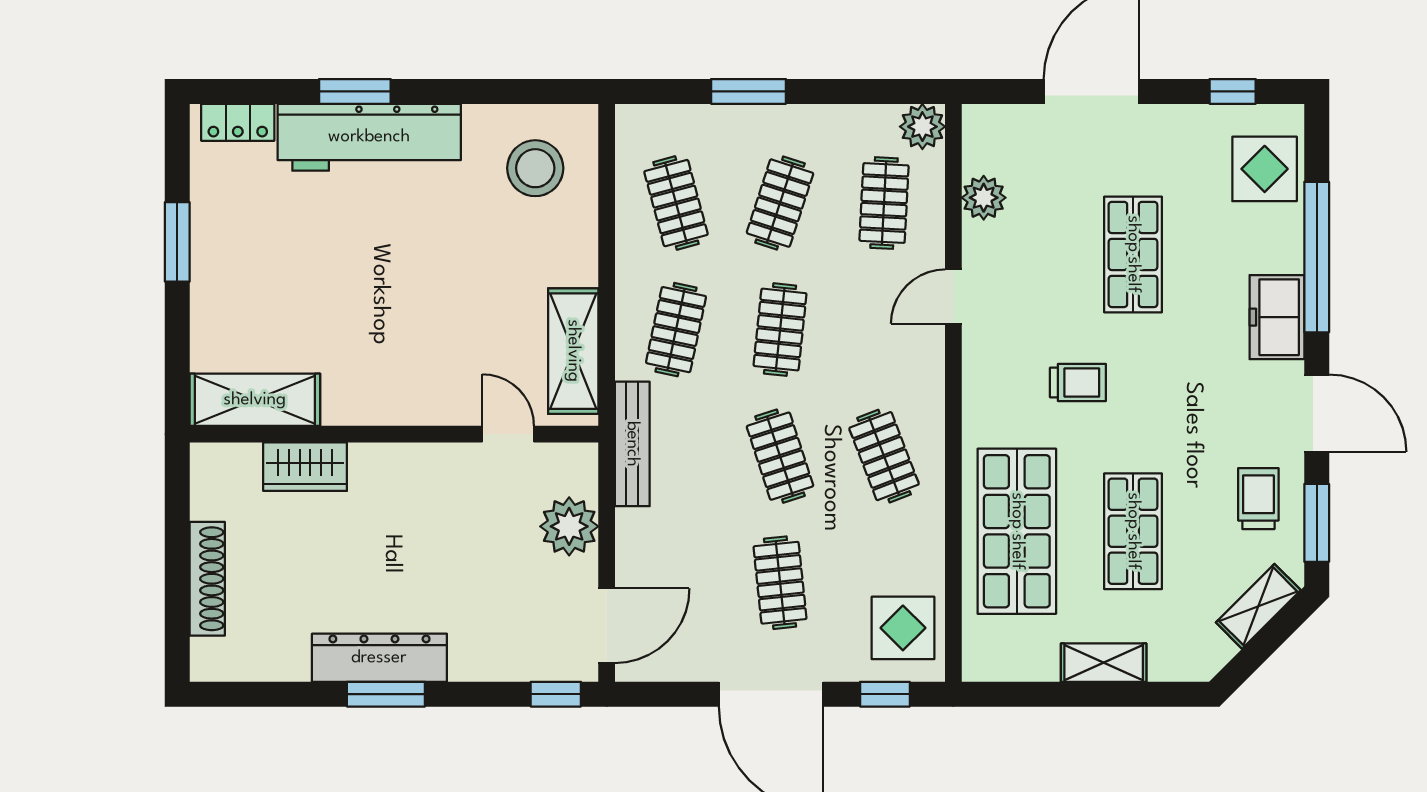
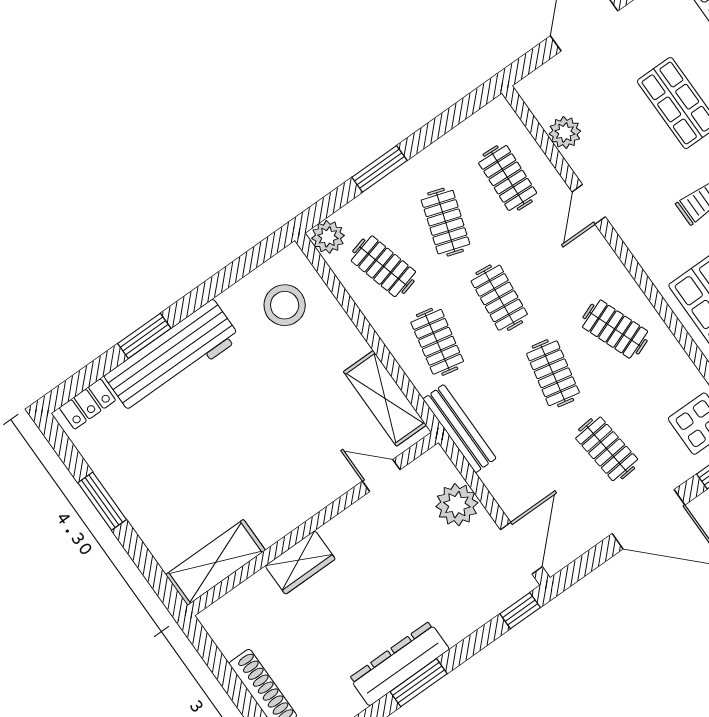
plant: (922, 127) -> (328, 237), moved
clothes rail: (780, 456) -> (553, 373), turned 30
wardrobe: (305, 467) -> (300, 562), moved

